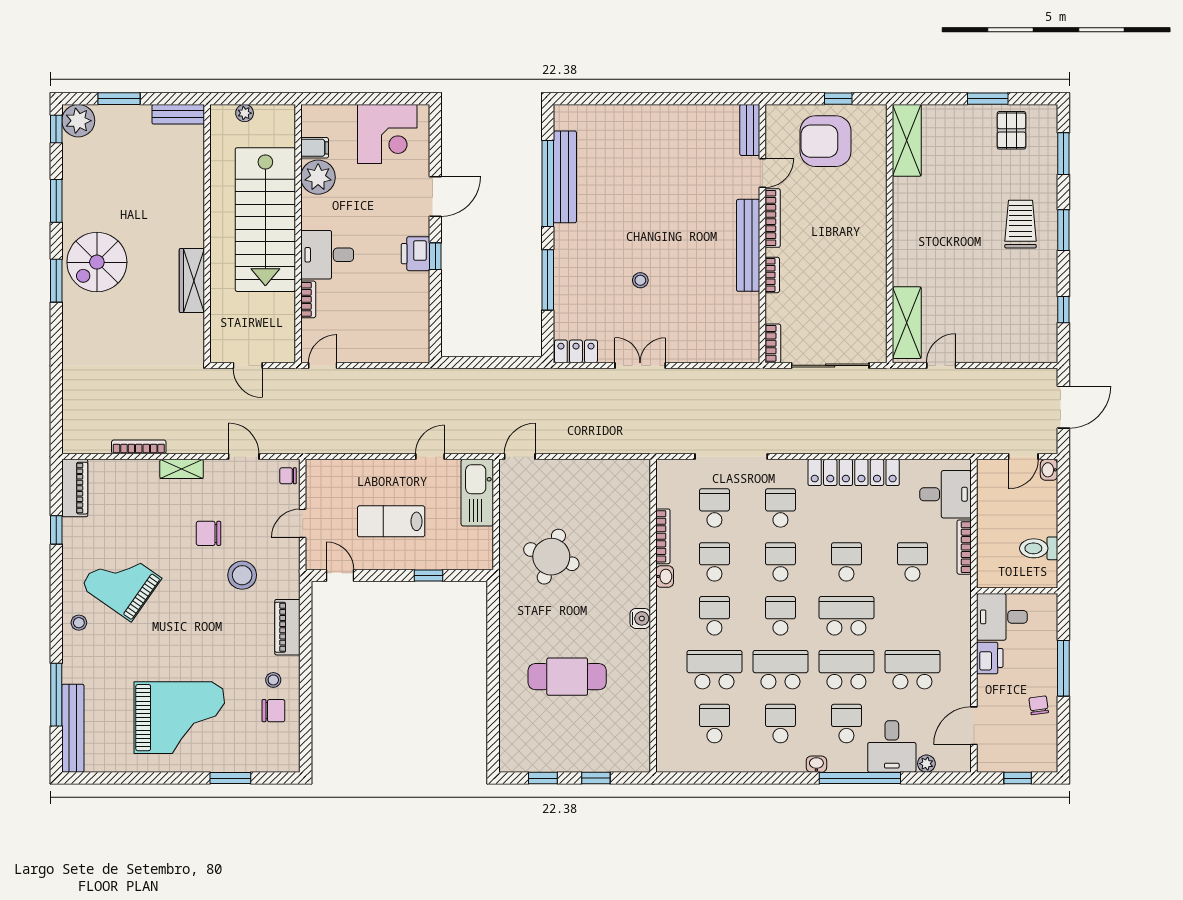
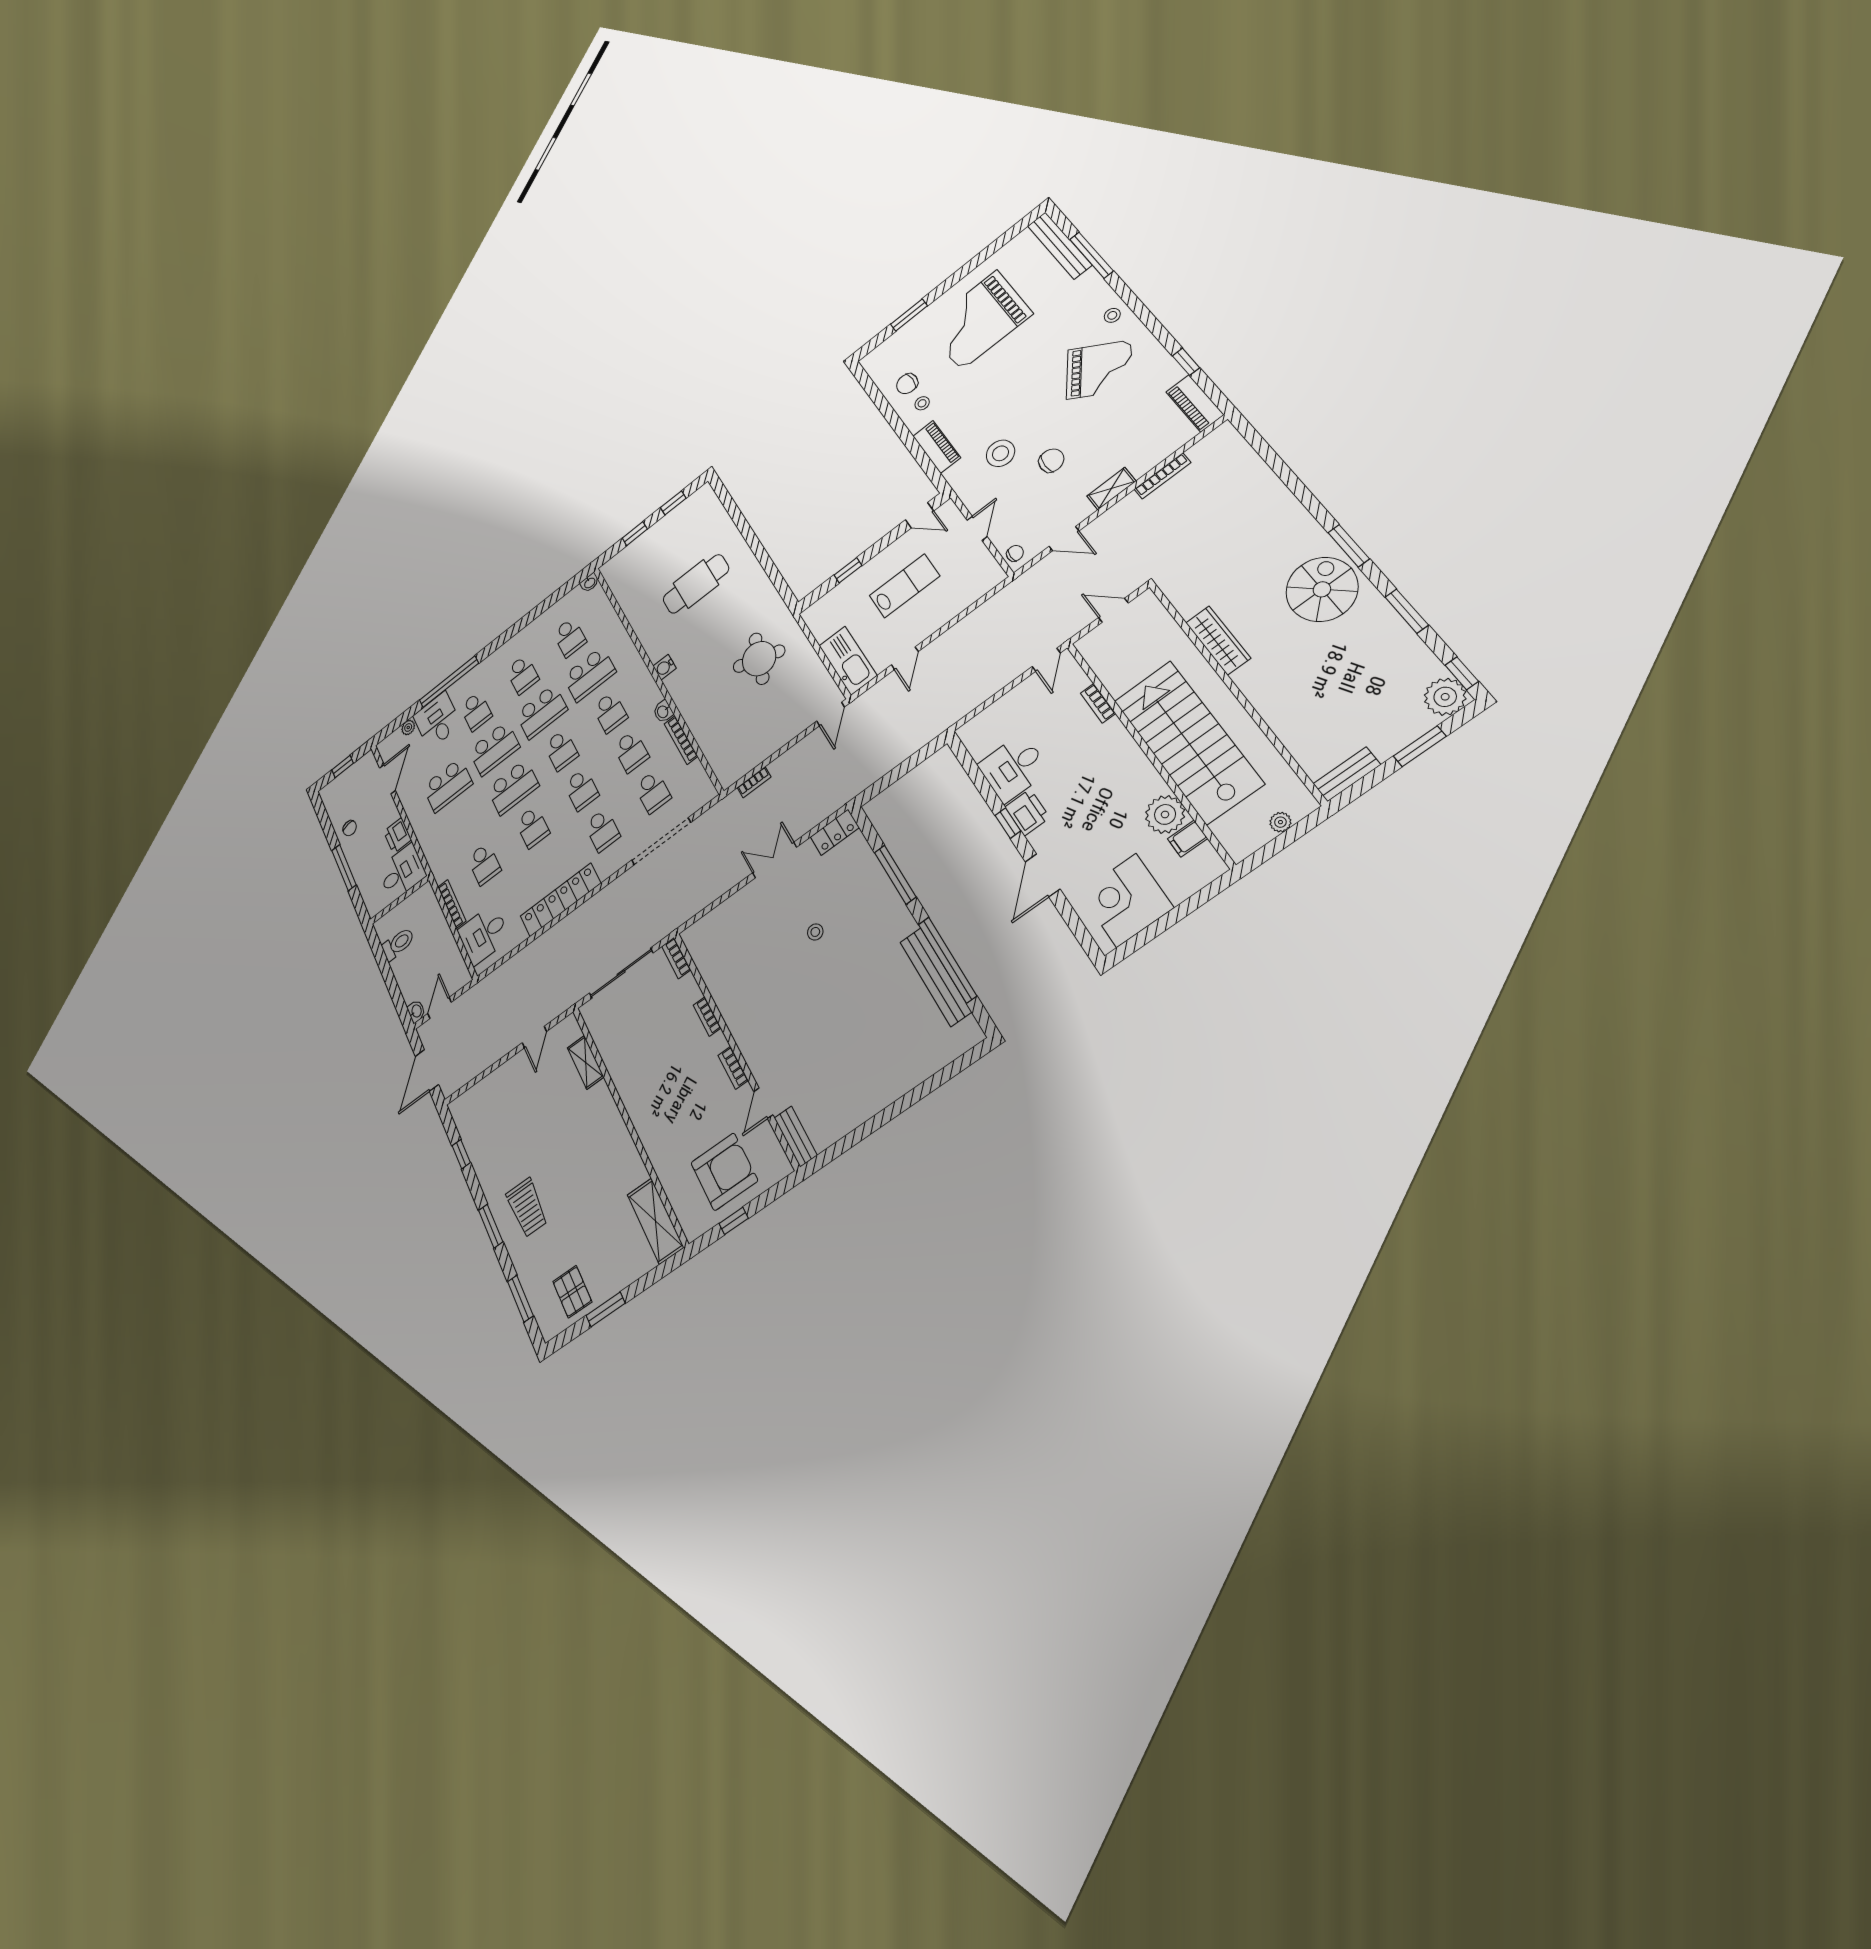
bookcase: (773, 218) -> (733, 1068), width x0.64
bench: (748, 245) -> (741, 1028), removed
desk: (327, 255) -> (1013, 768), moved, turned 180
shelving: (907, 323) -> (586, 1062), width x0.67, depth x0.75
double door: (640, 365) -> (775, 860), swing flipped
bookcase: (619, 447) -> (754, 782), added
washbasin: (816, 764) -> (590, 583), moved

